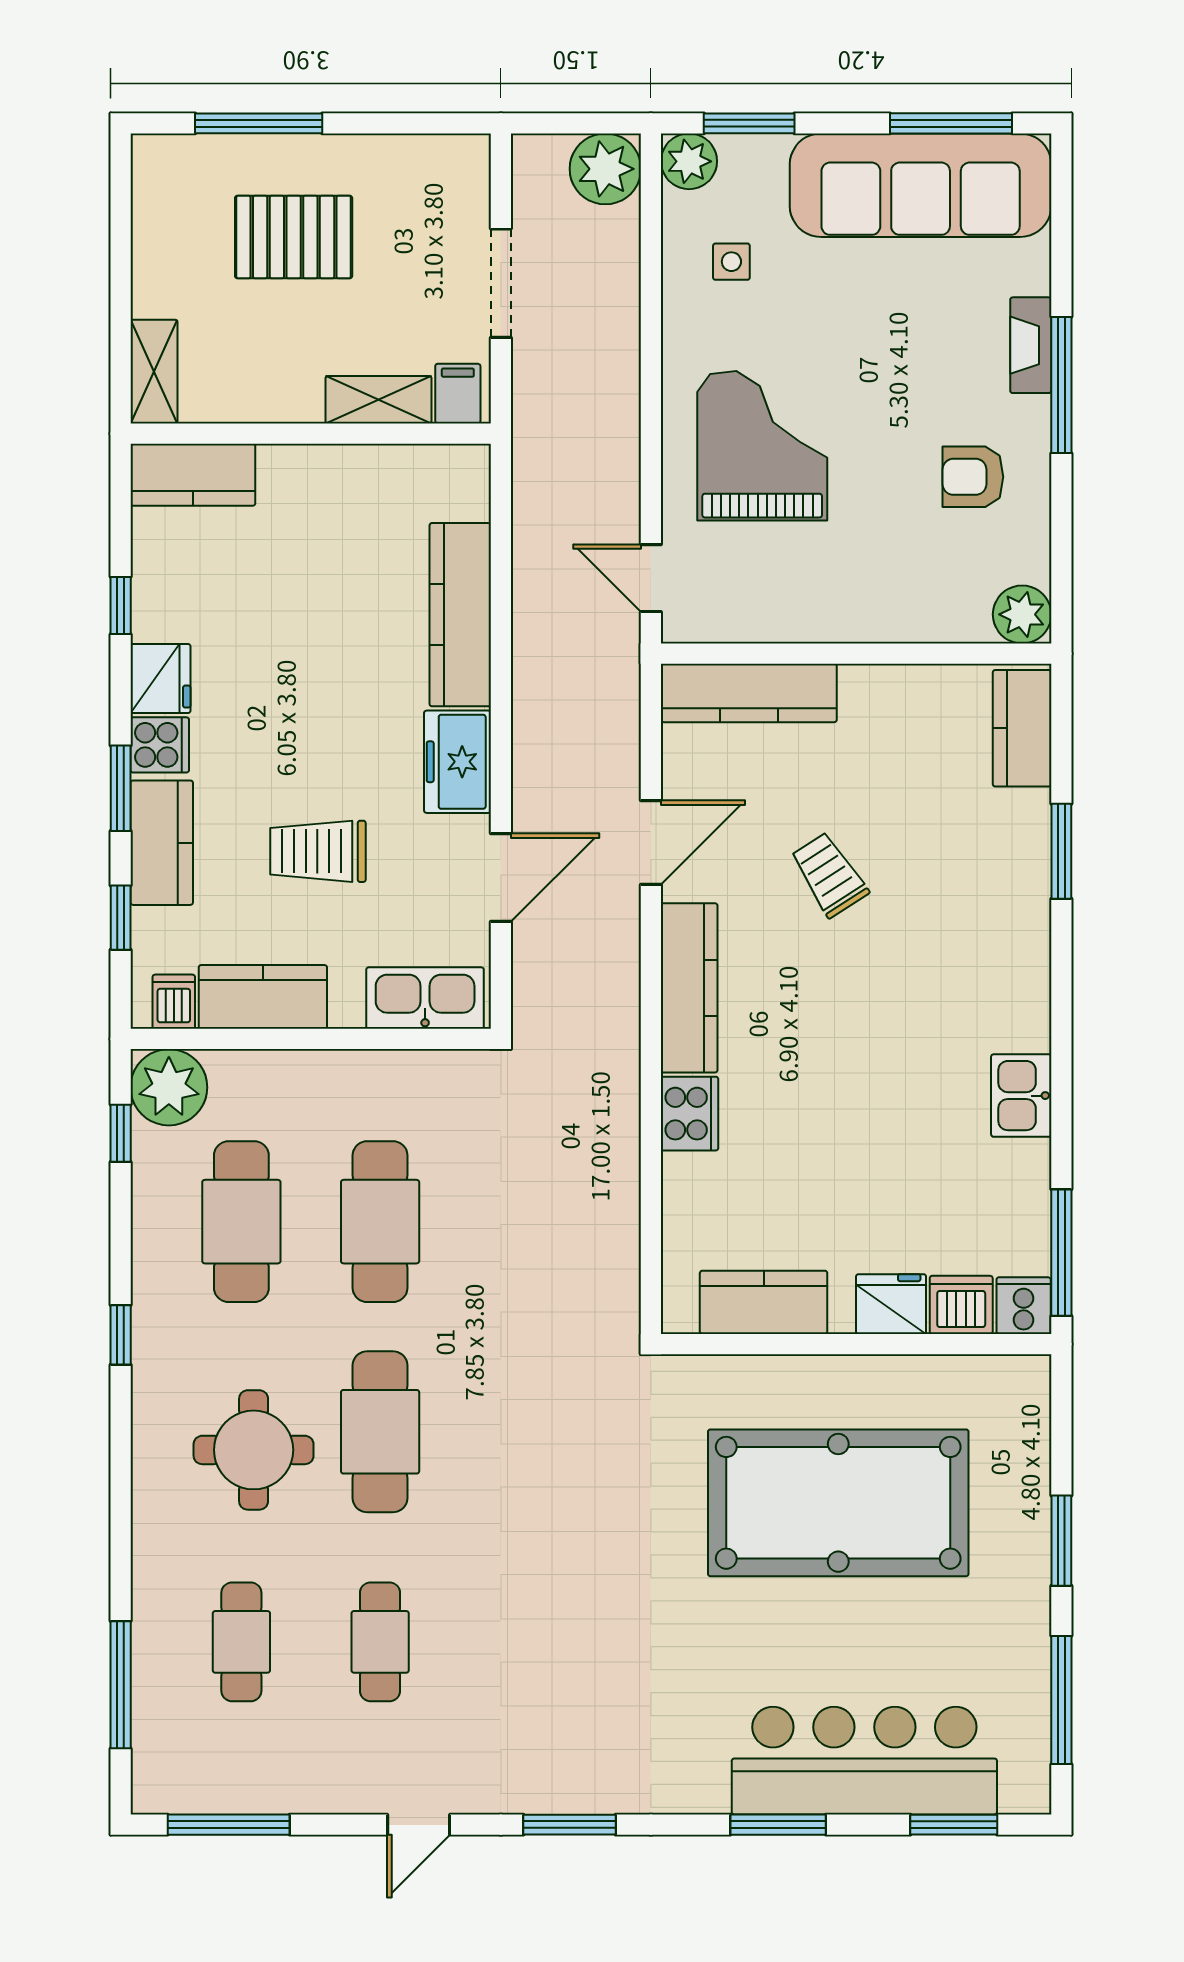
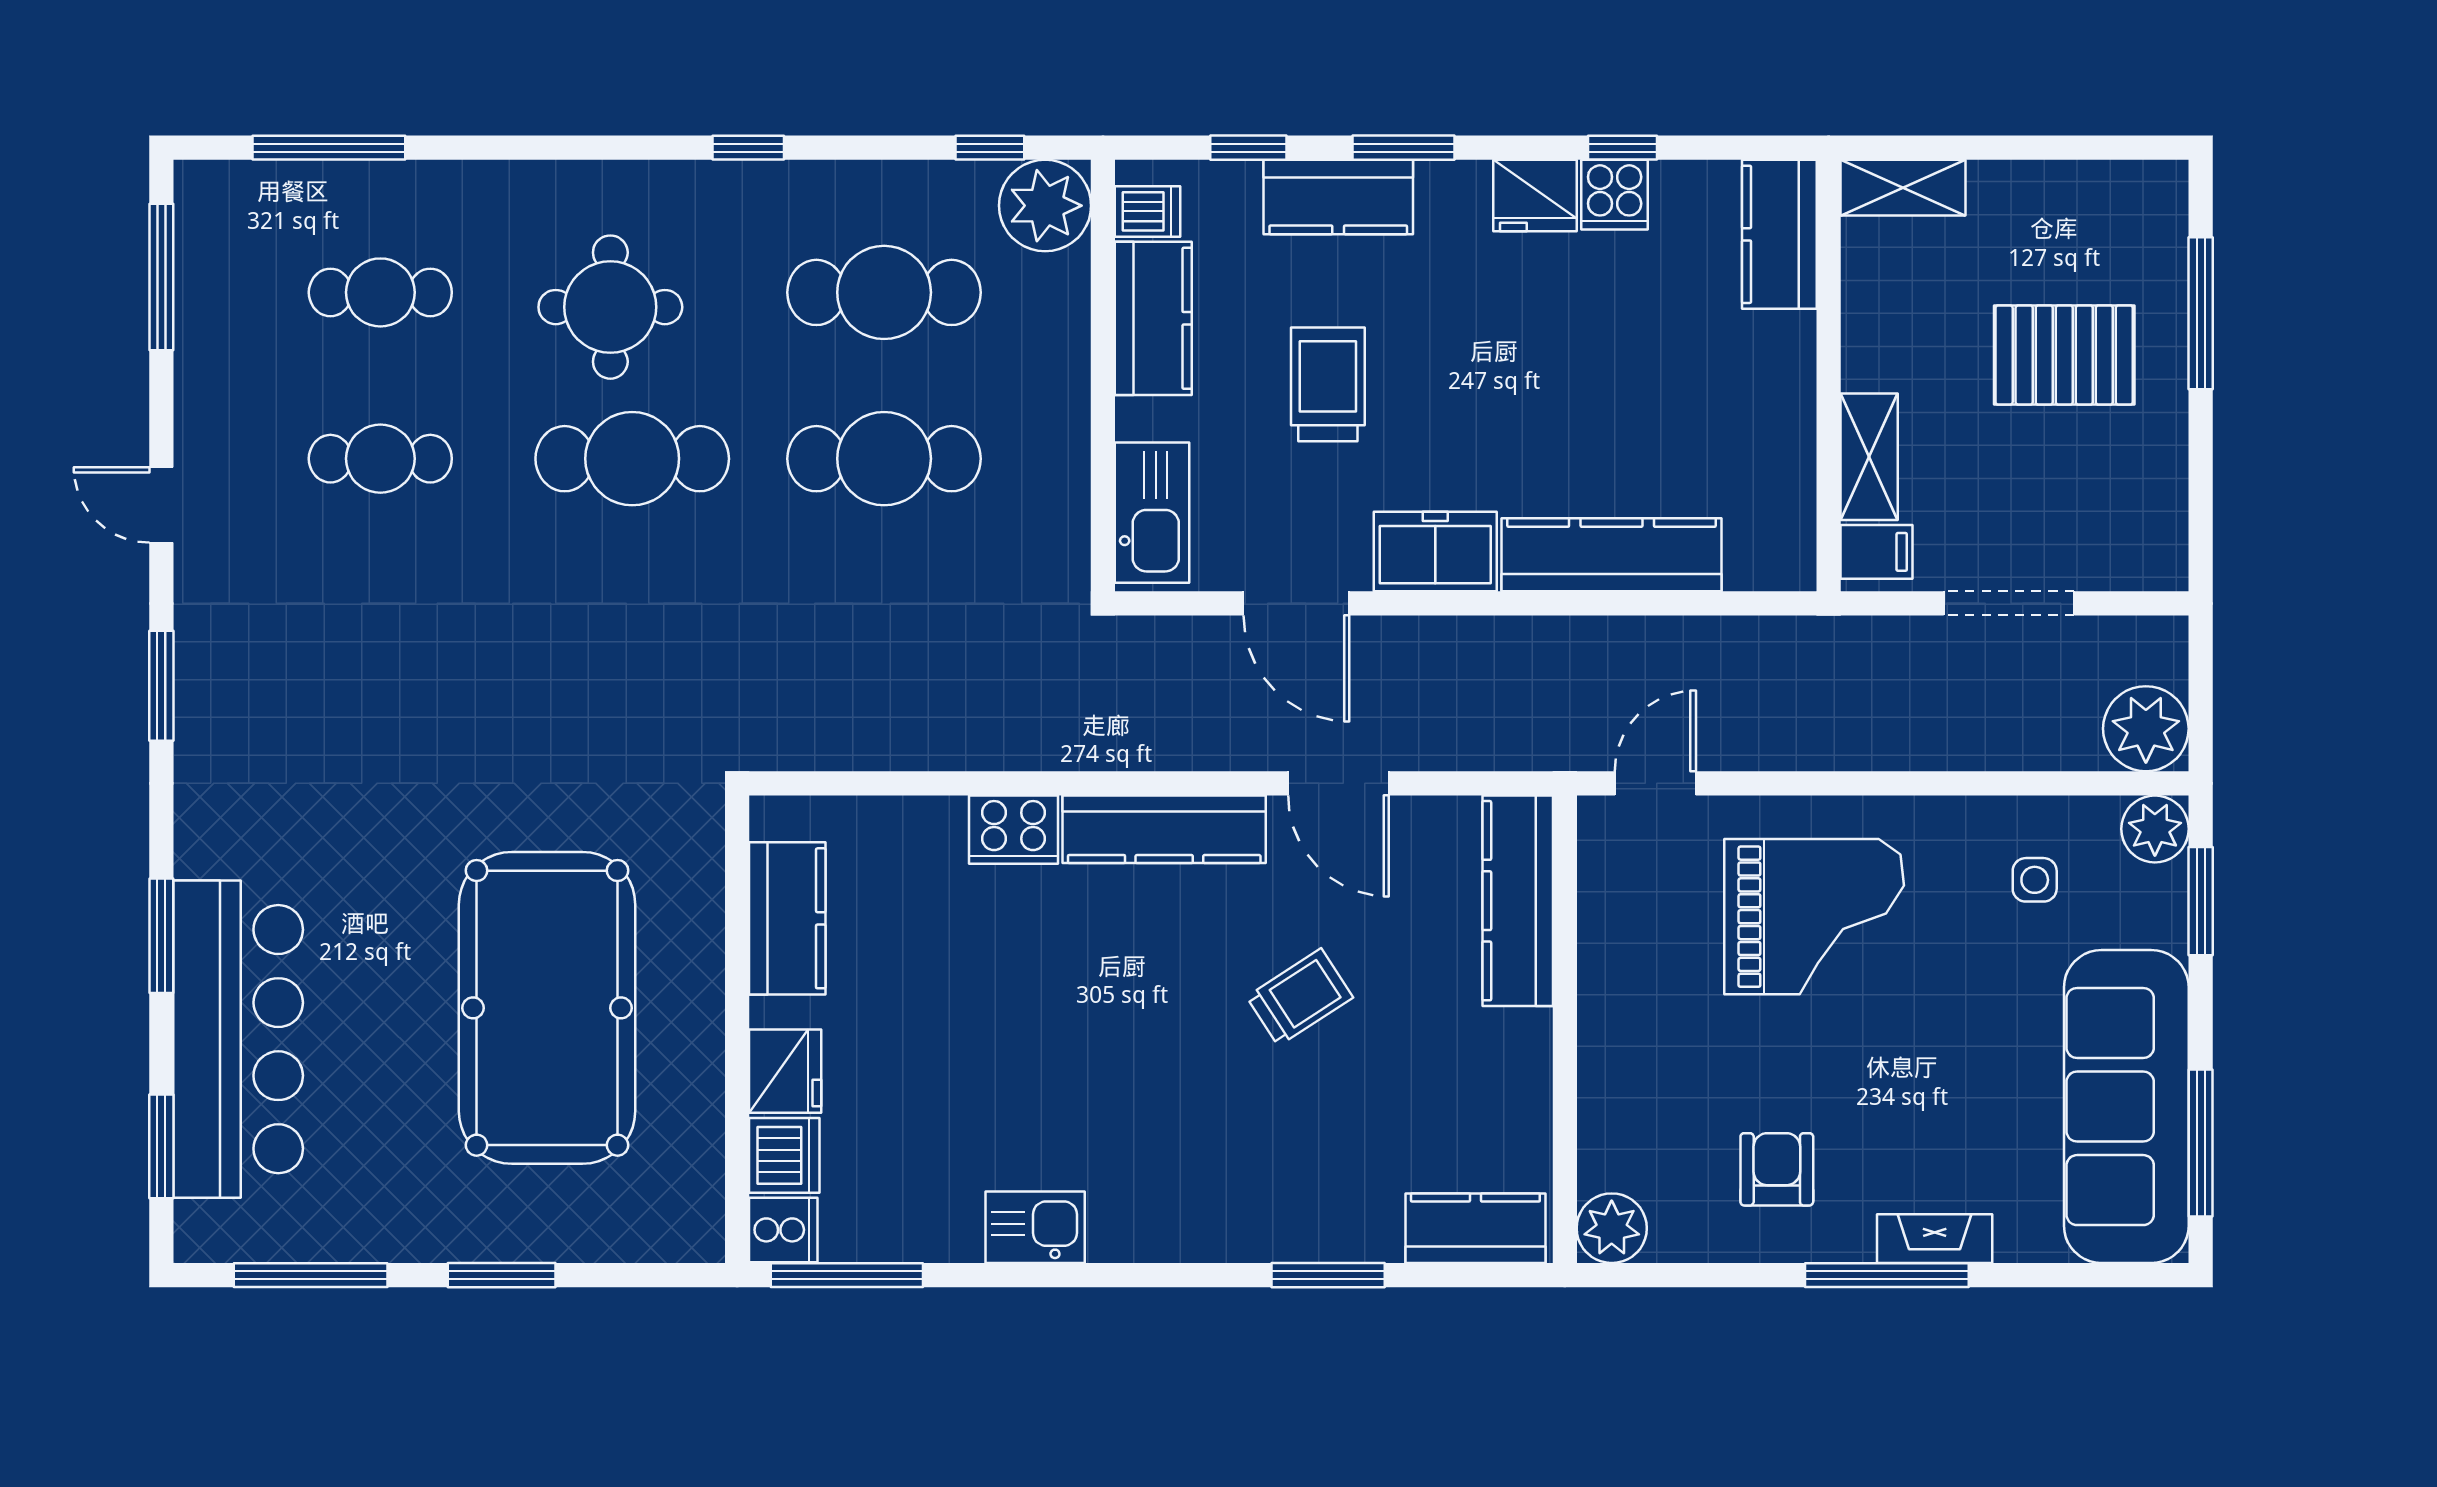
pallet: (294, 237) -> (2064, 355), turned 90
cooker: (160, 745) -> (1615, 195), moved

